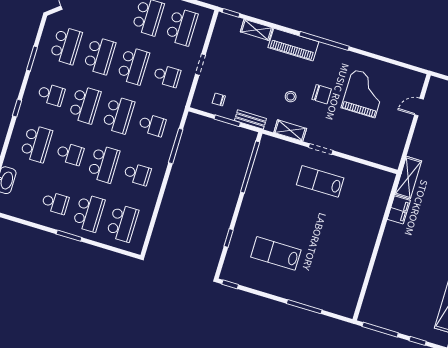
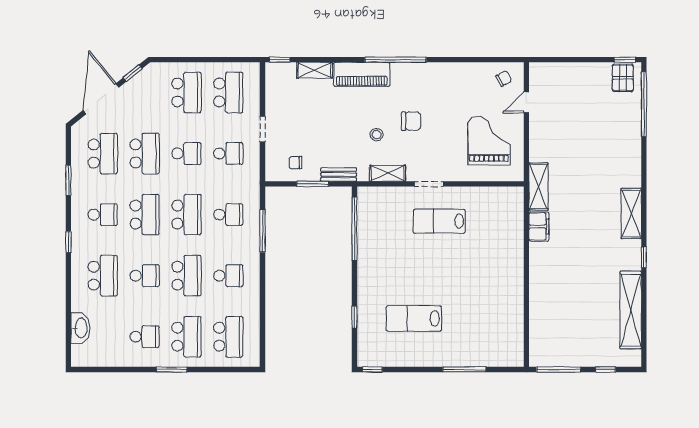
school desk: (133, 66) -> (186, 154), width x0.54
chair: (407, 82) -> (504, 78), added
grand piano: (364, 94) -> (489, 141), moved

